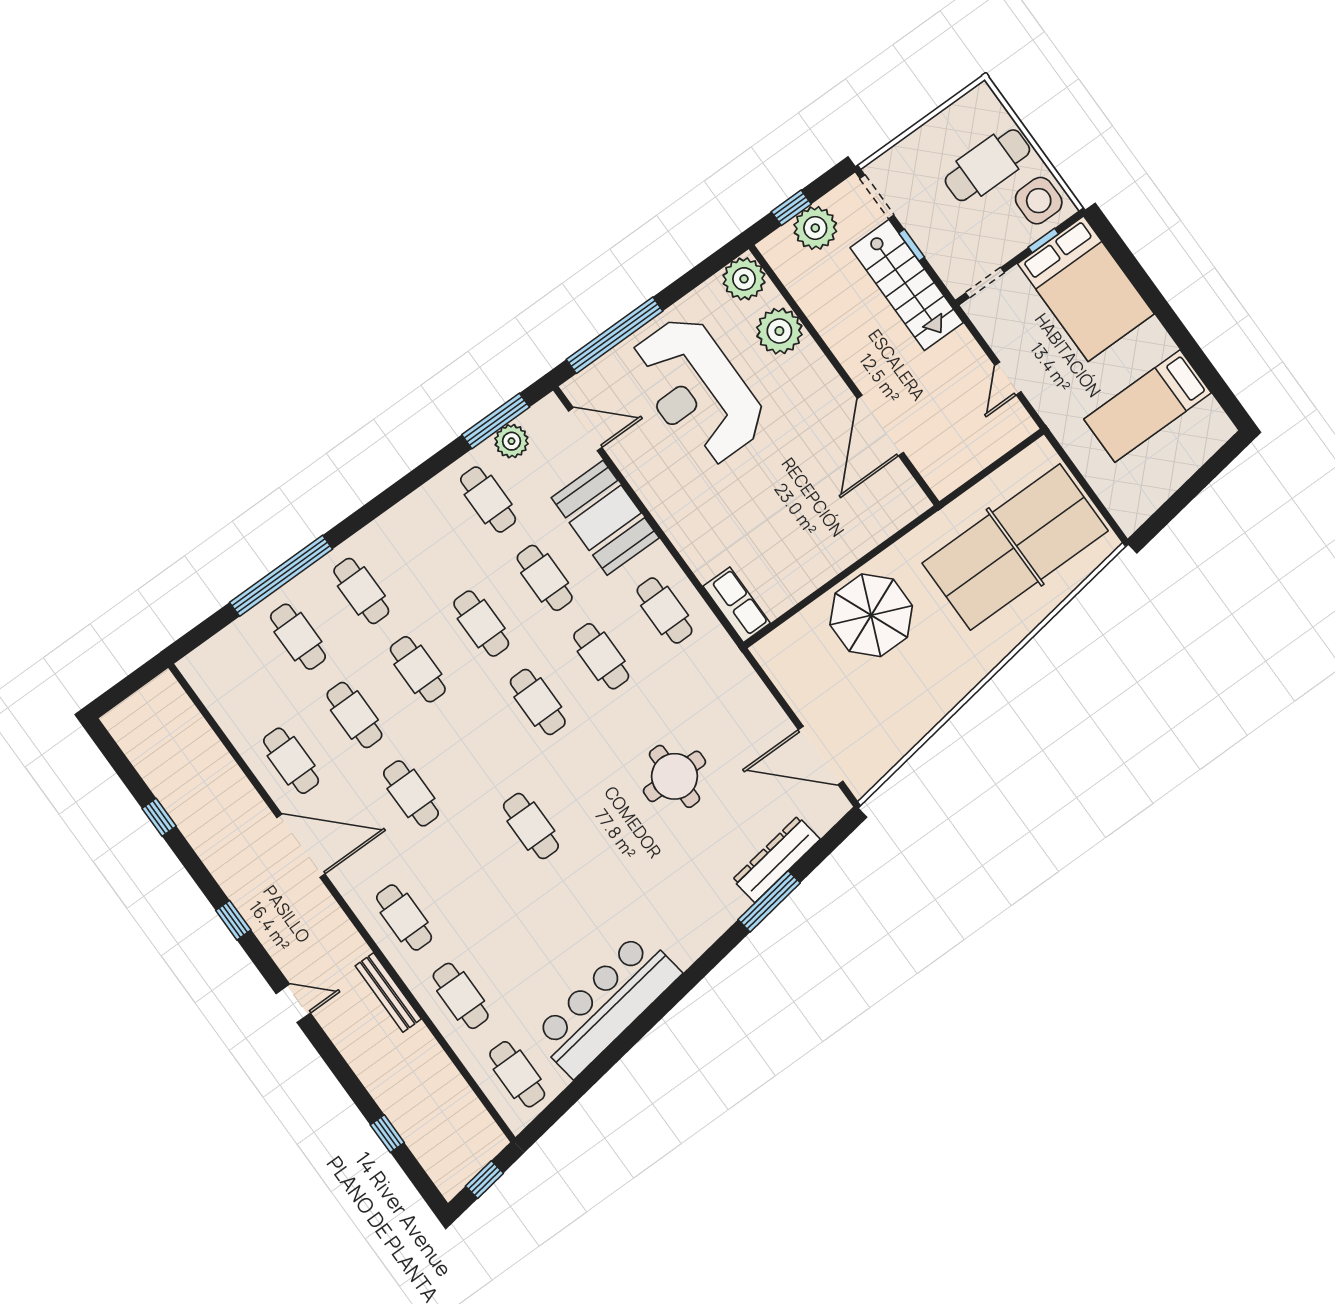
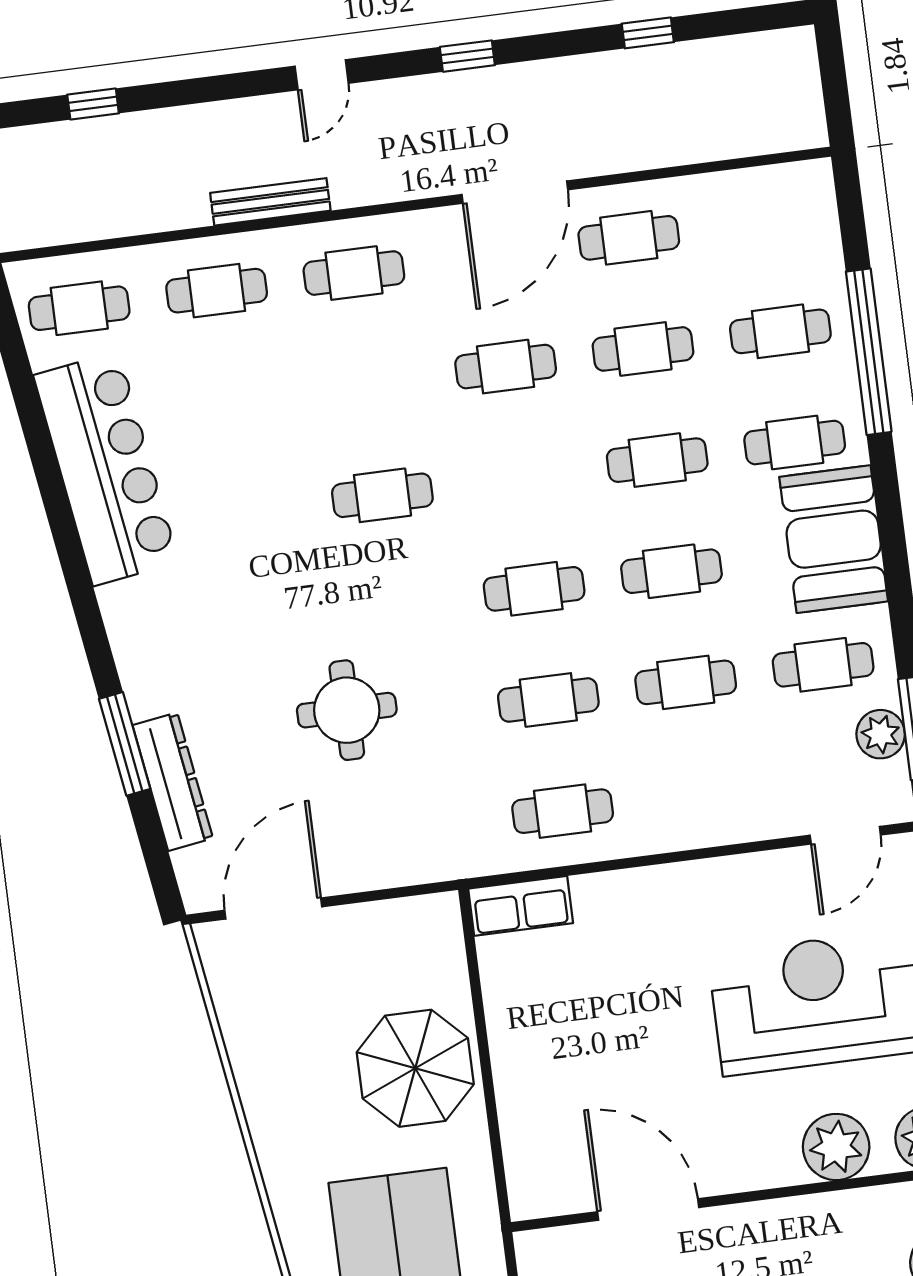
booth: (605, 518) -> (834, 539), moved, turned 90

